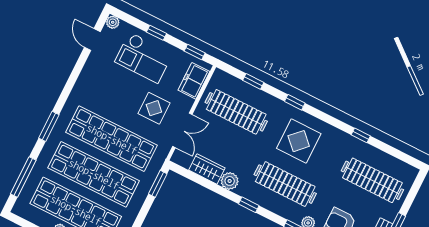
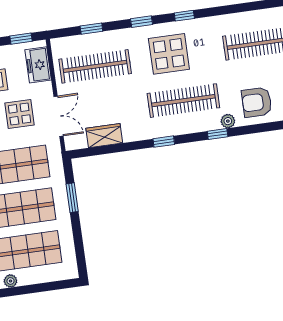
window: (361, 135) -> (184, 16), moved
plant: (230, 181) -> (132, 132), removed
window: (158, 184) -> (72, 198), moved

